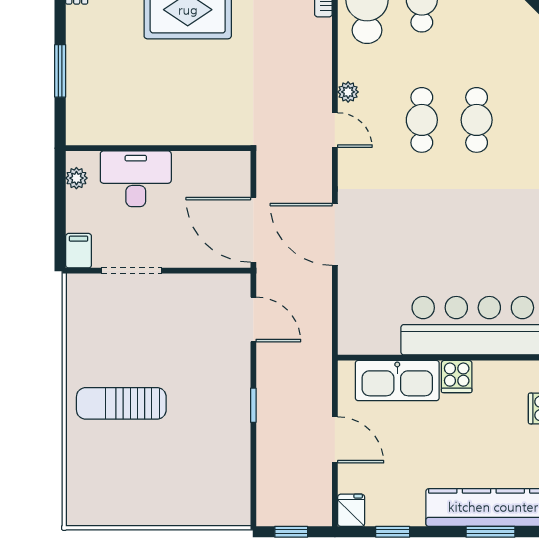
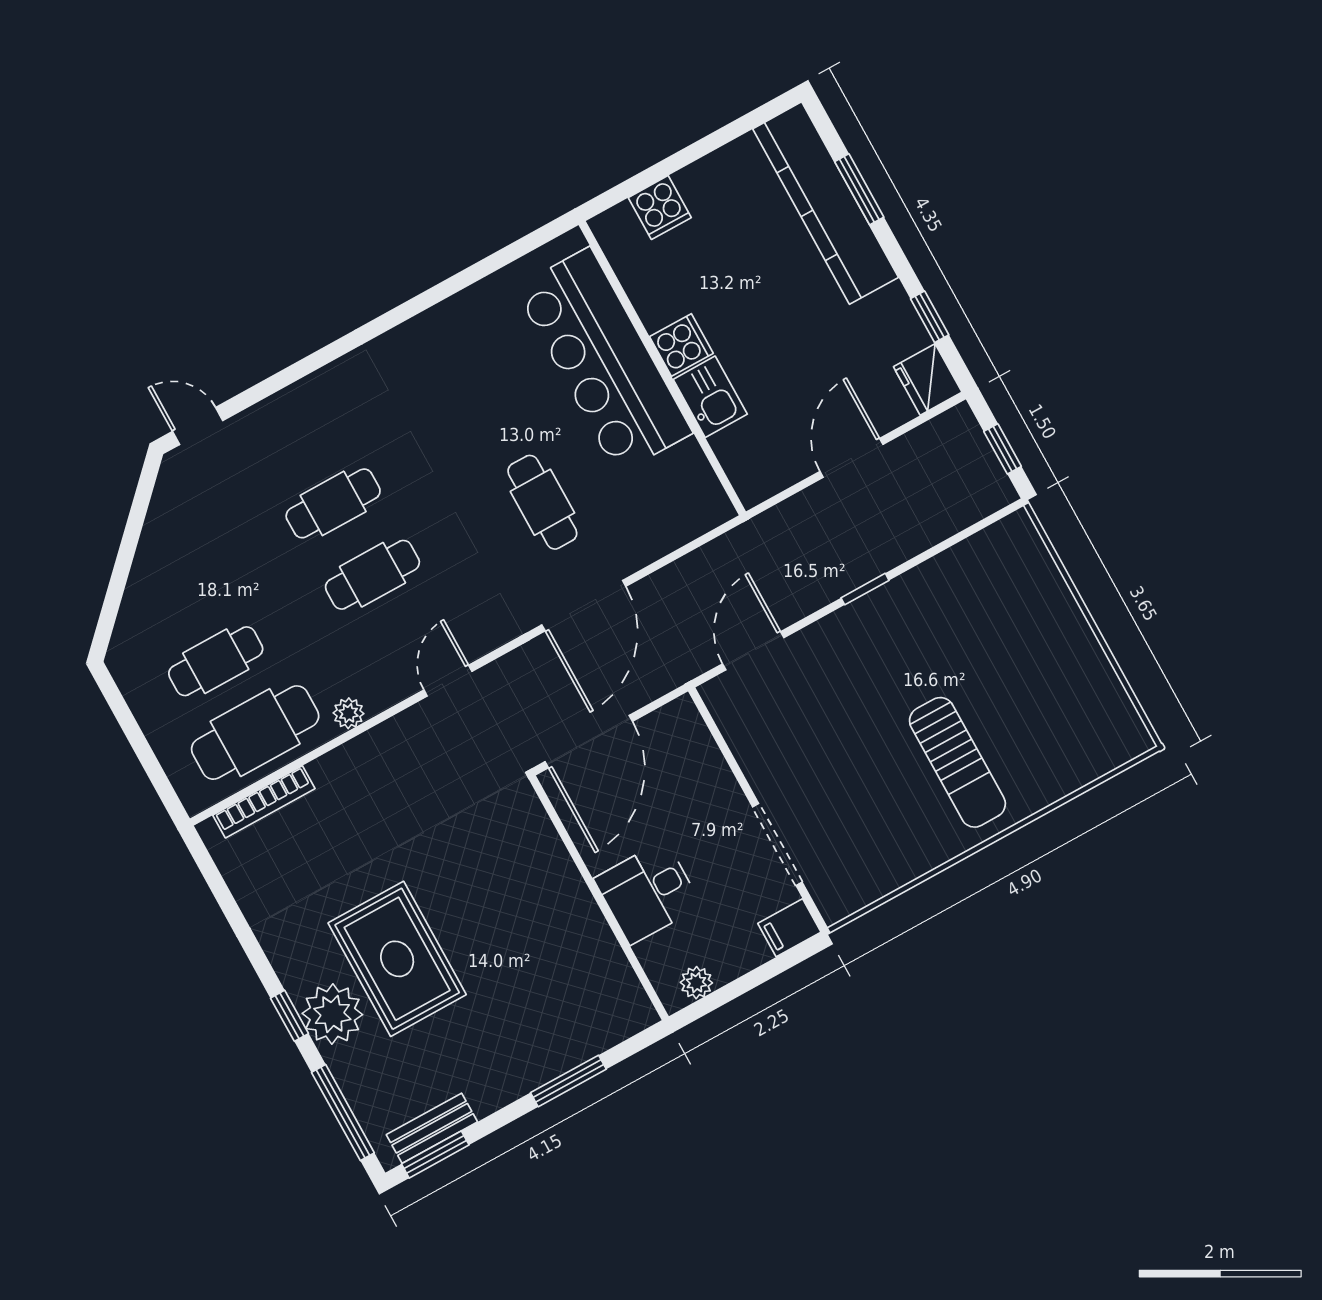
plant: (348, 92) -> (348, 713), moved
desk: (136, 179) -> (648, 892), width x0.73
door: (253, 230) -> (589, 742), moved
cafe table: (409, 244) -> (542, 502), added
kitchen sink: (397, 381) -> (710, 397), width x0.53, depth x0.81
fridge: (351, 510) -> (928, 379), width x1.38

